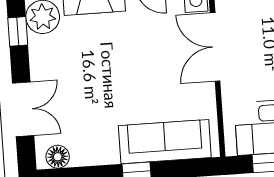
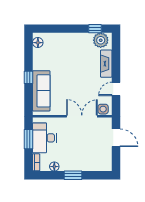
double door: (23, 109) -> (60, 29), removed

